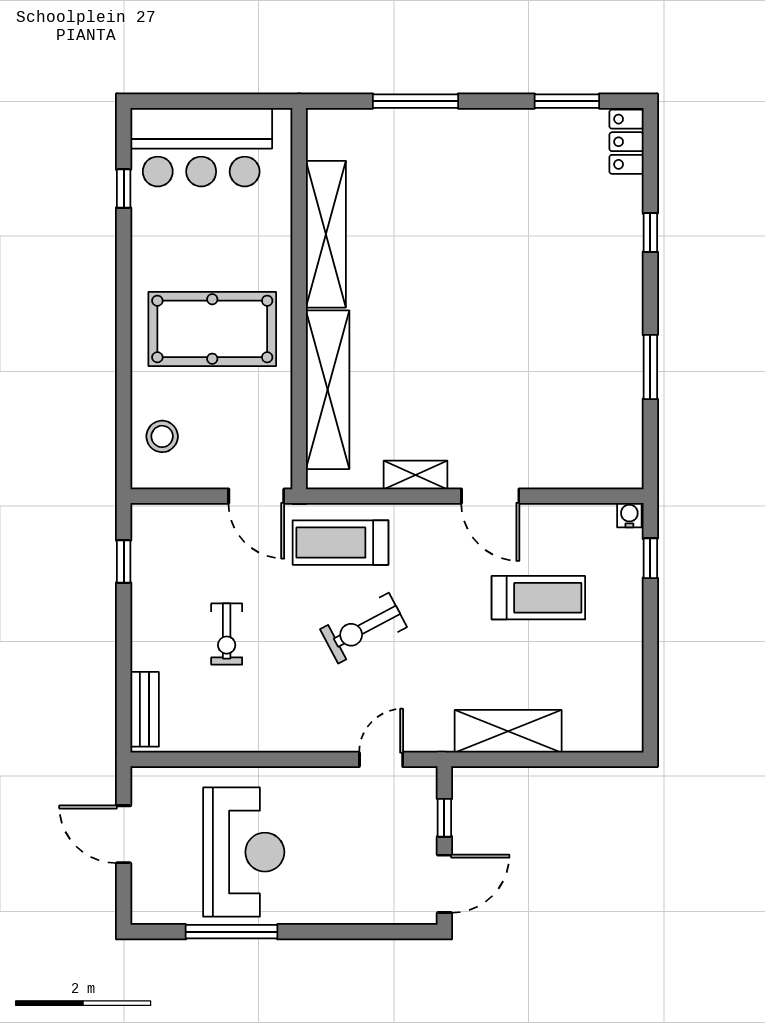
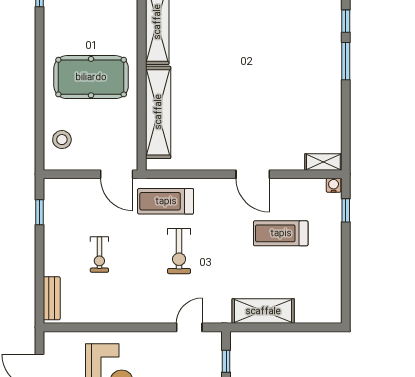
window: (650, 367) -> (346, 61), moved
shelving: (416, 475) -> (323, 162), moved
treadmill: (538, 598) -> (281, 233), turned 180
exercise bike: (364, 628) -> (179, 251), turned -62

